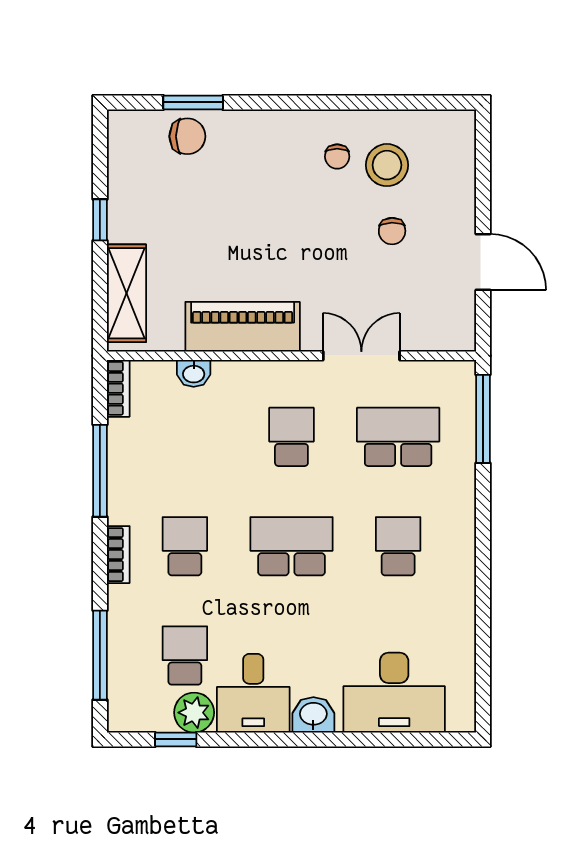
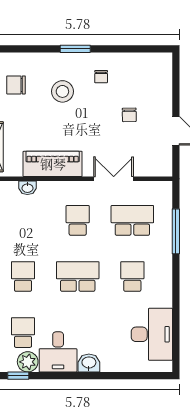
window: (193, 102) -> (75, 49), moved
chair: (187, 136) -> (16, 85), moved, turned 180
stool: (387, 165) -> (62, 91), moved
window: (483, 419) -> (176, 231), moved
desk: (394, 693) -> (152, 334), moved, turned -90

